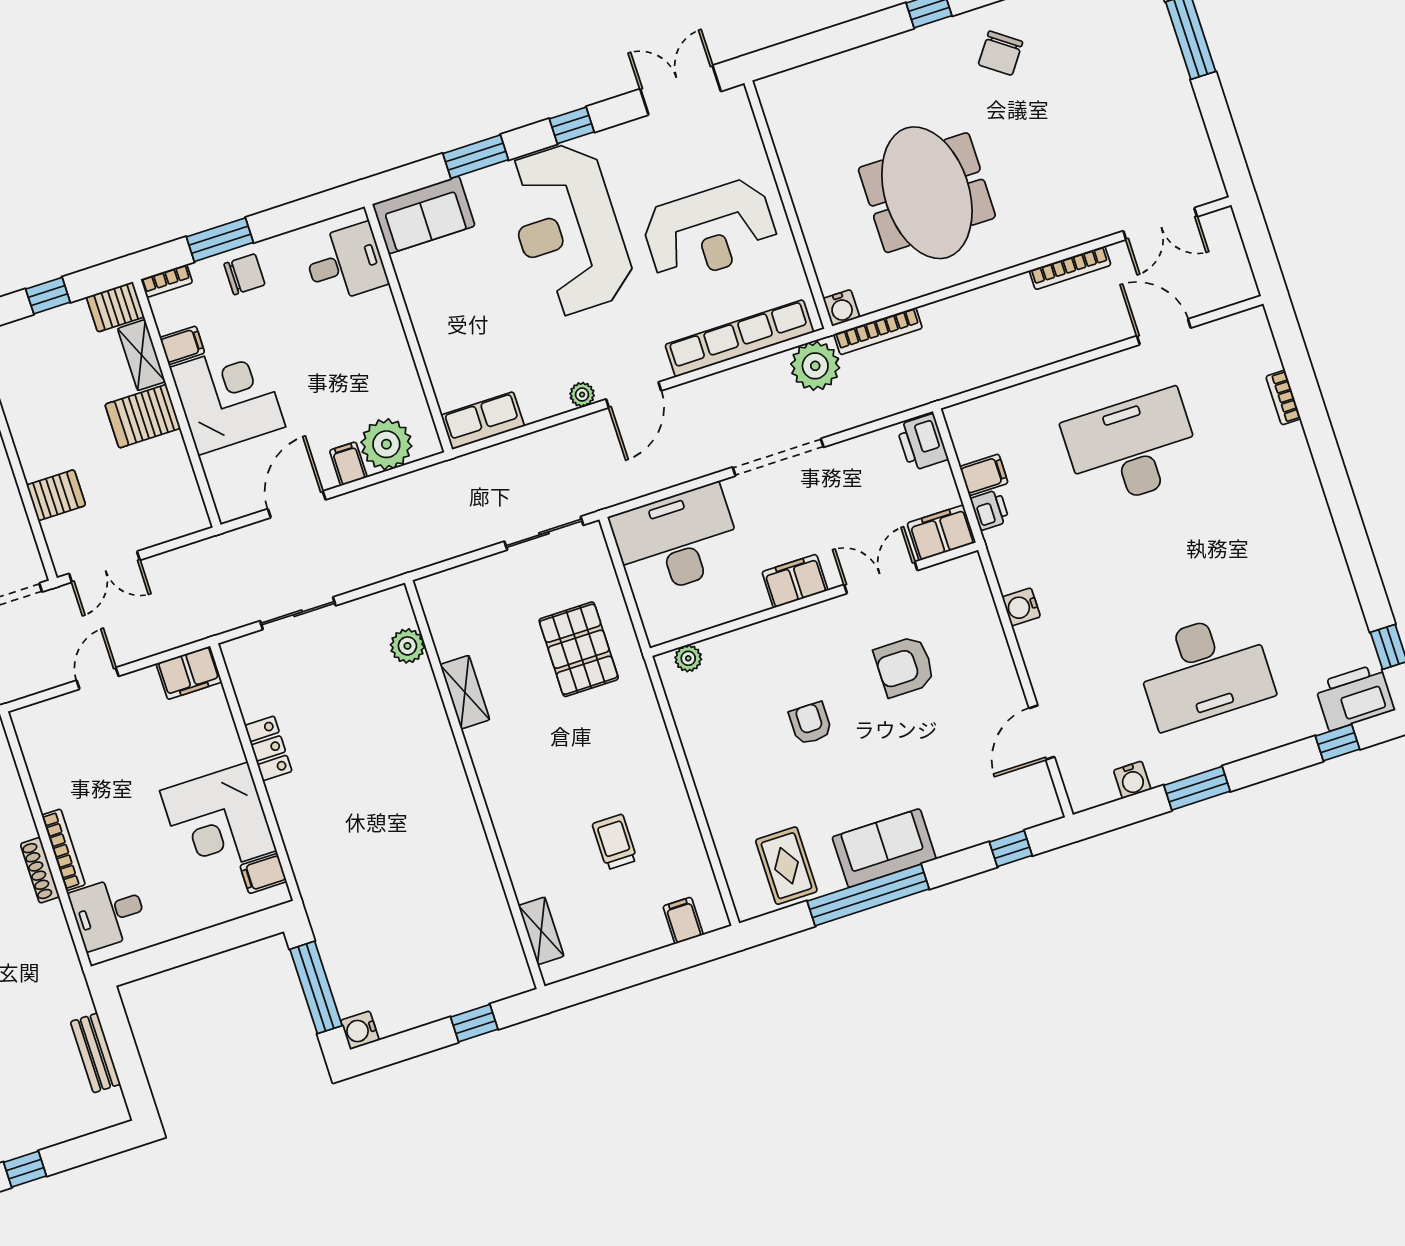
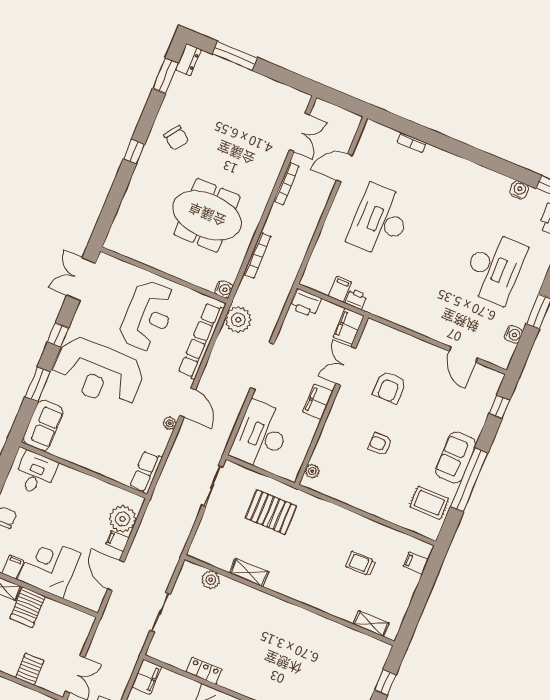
bookcase: (878, 331) -> (257, 255), moved
water cooler: (1021, 607) -> (519, 190), moved, turned 180

